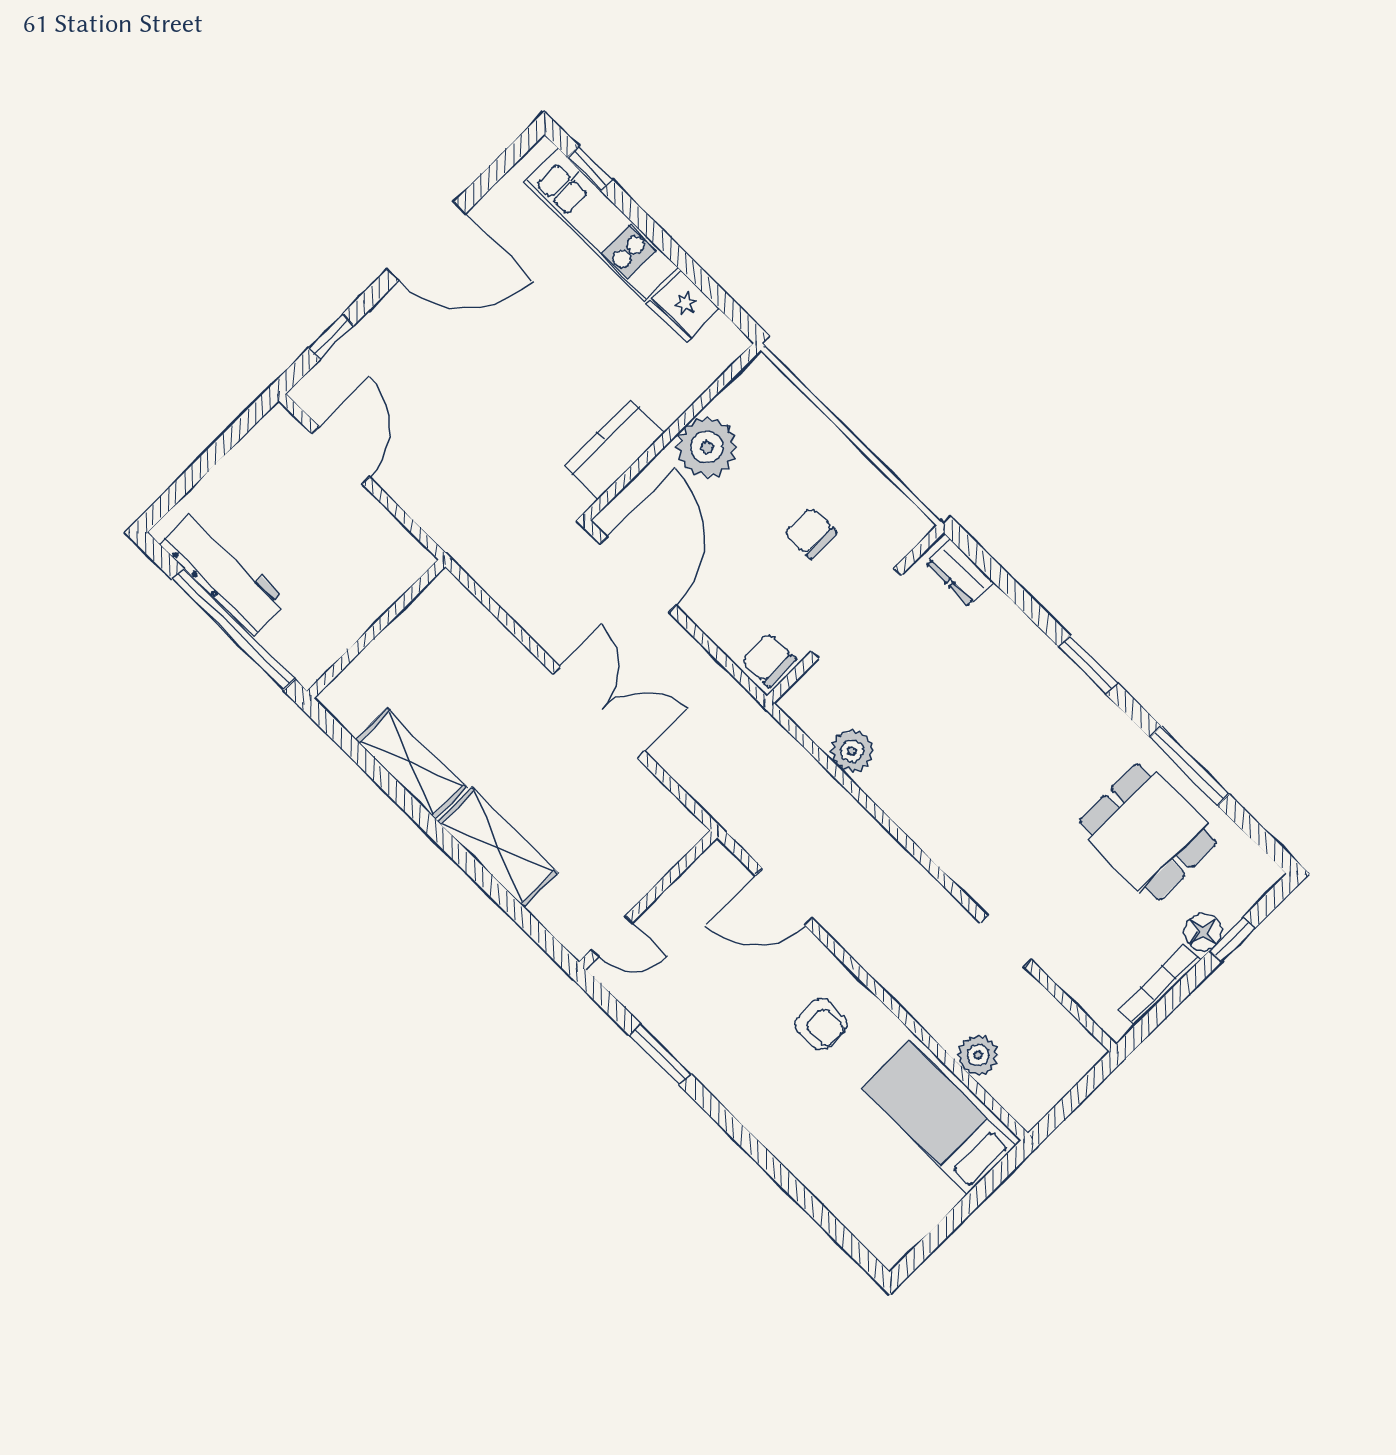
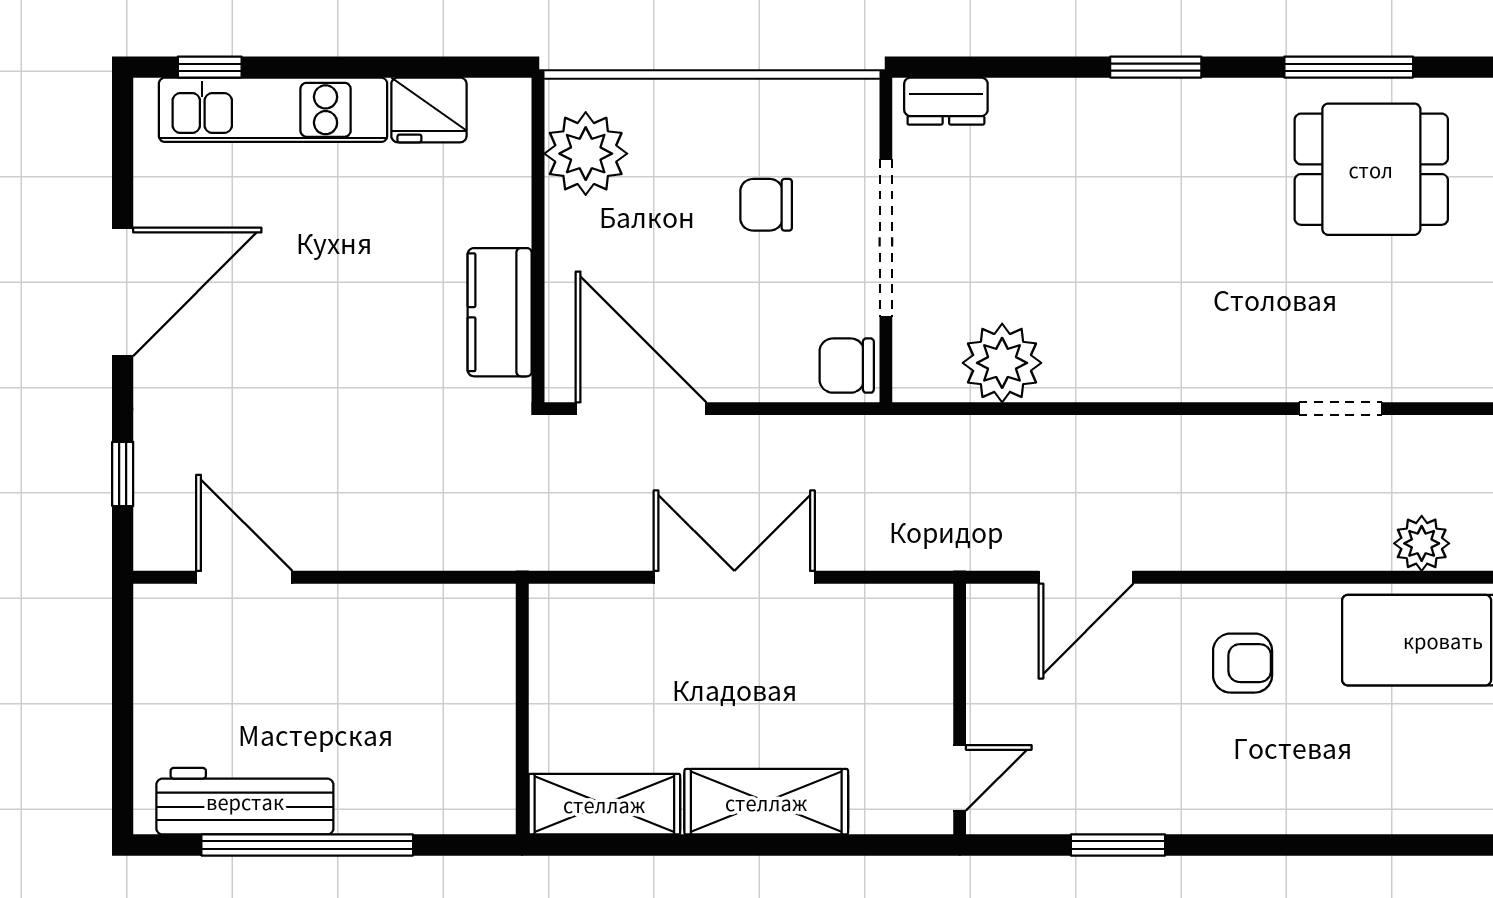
plant: (707, 447) -> (586, 154), moved
wall: (376, 629) -> (522, 709), moved
plant: (852, 751) -> (1002, 363), width x1.36, depth x1.36

